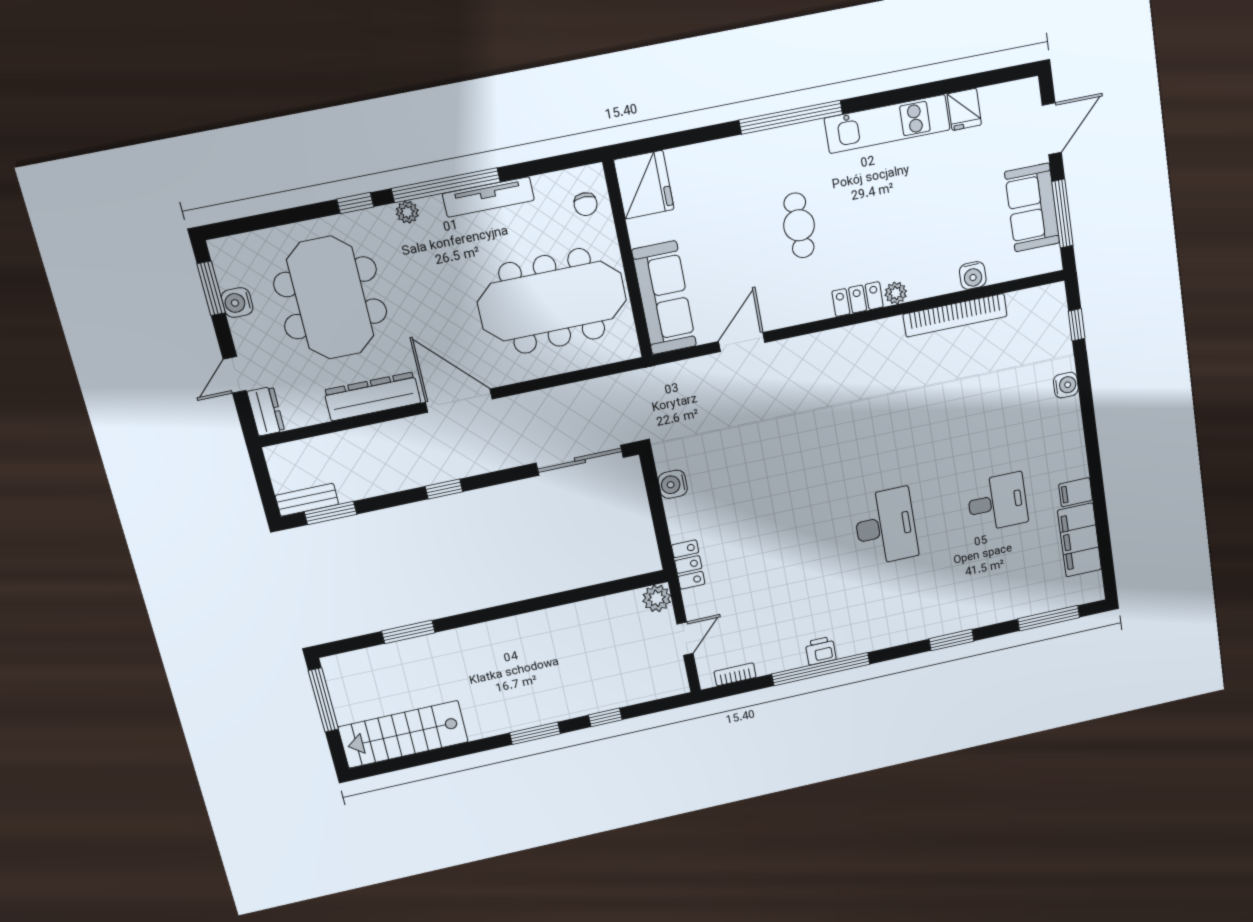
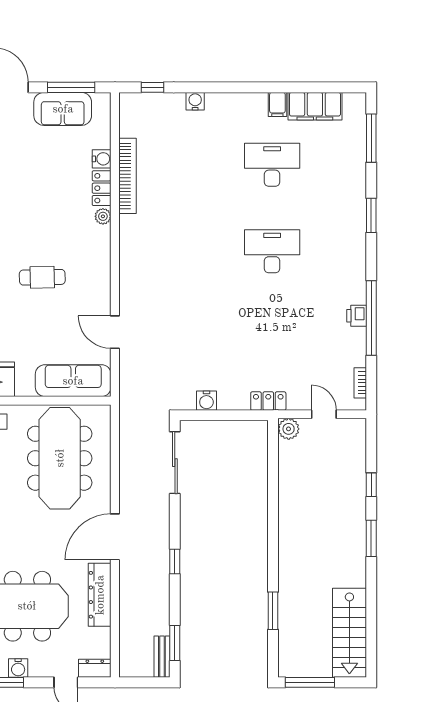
locker: (858, 299) -> (102, 188), moved
desk: (997, 502) -> (272, 165), width x1.37

